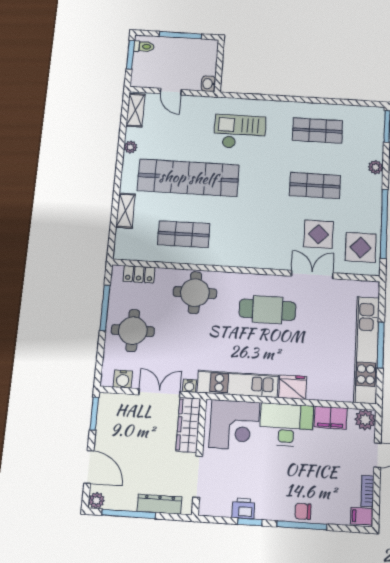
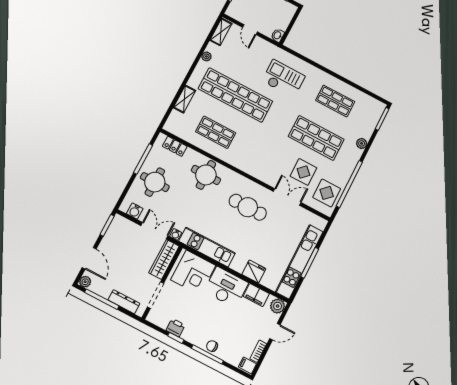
shop shelf: (315, 185) -> (316, 138), width x1.43, depth x1.36
fridge: (293, 387) -> (254, 272), moved

